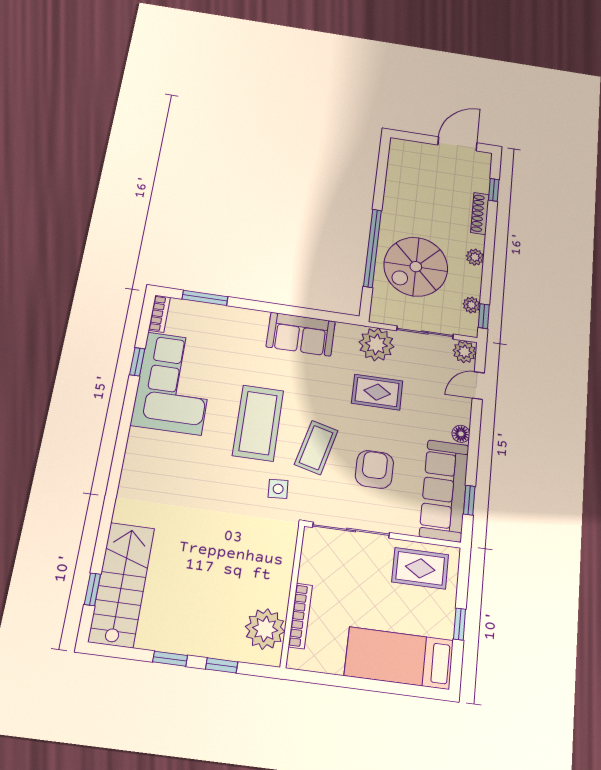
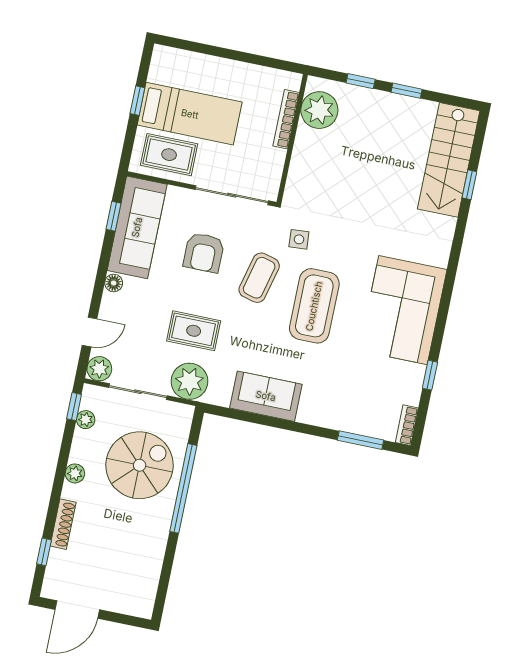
corner sofa: (174, 383) -> (403, 310), moved
window: (93, 589) -> (469, 185), moved
bed: (399, 658) -> (190, 114), moved

